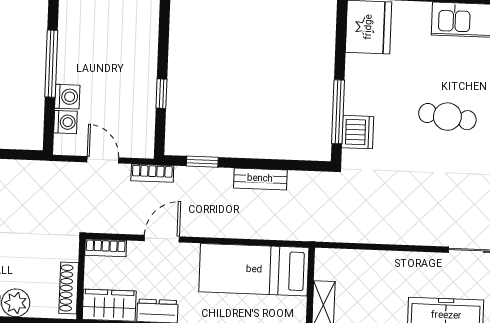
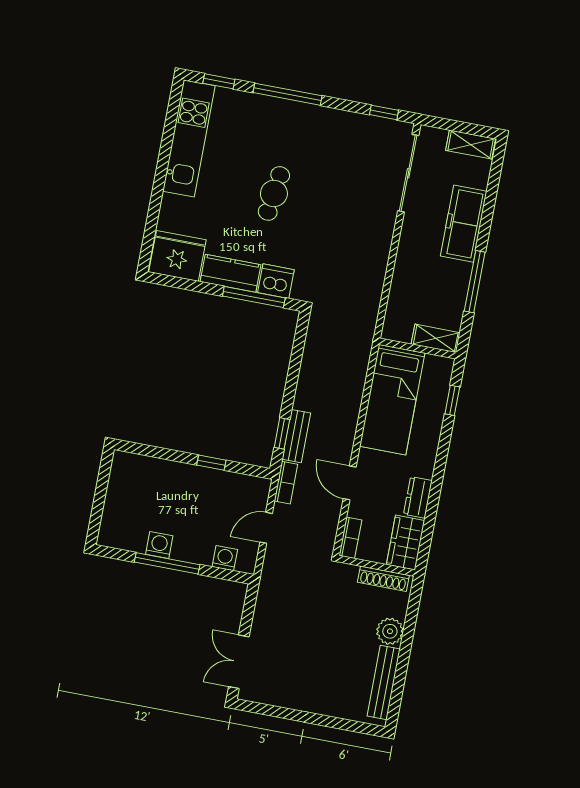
kitchen counter: (359, 84) -> (231, 273), added
washing machine: (67, 97) -> (159, 545), moved
bench: (260, 179) -> (296, 436), moved

